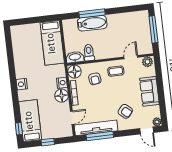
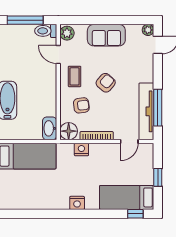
toilet: (89, 53) -> (46, 31), moved
floor lamp: (62, 96) -> (98, 152), removed
armchair: (125, 111) -> (106, 83), moved
door: (72, 118) -> (129, 142), swing flipped

